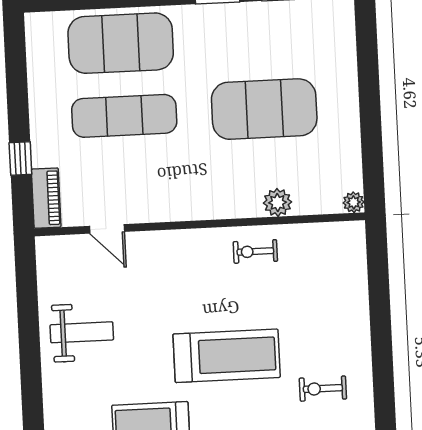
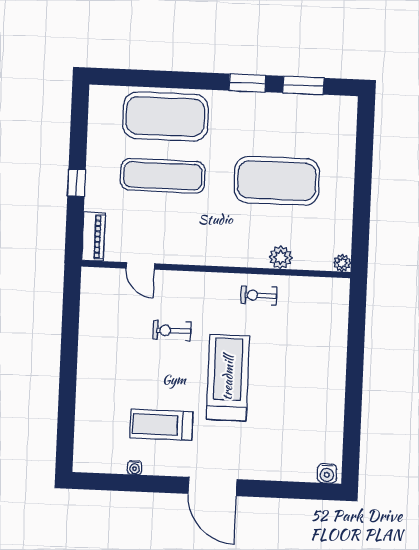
window: (20, 158) -> (76, 183), moved
weight bench: (82, 332) -> (112, 348), removed
treadmill: (227, 356) -> (228, 378), turned -90
exercise bike: (323, 389) -> (172, 331), moved

